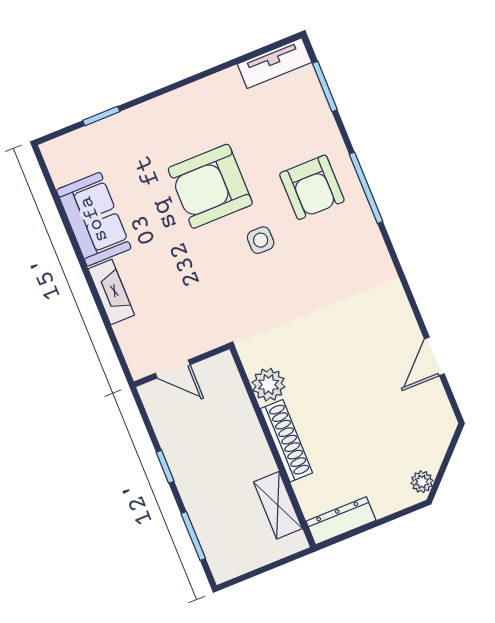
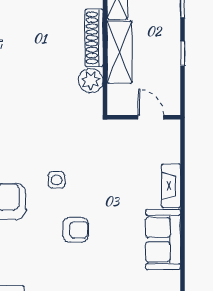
armchair: (210, 186) -> (76, 230), width x0.53, depth x0.53
shelving: (246, 436) -> (120, 52), added

